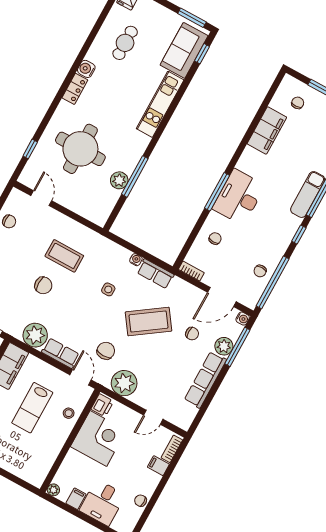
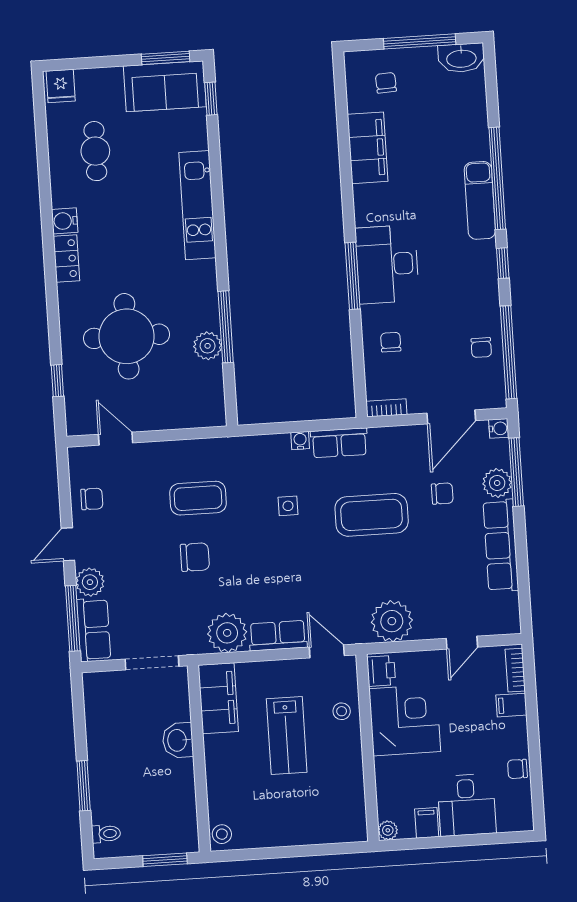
sofa: (184, 50) -> (165, 86), moved, turned -90
coffee table: (148, 321) -> (372, 515), turned 35
chair: (106, 351) -> (338, 593), removed

